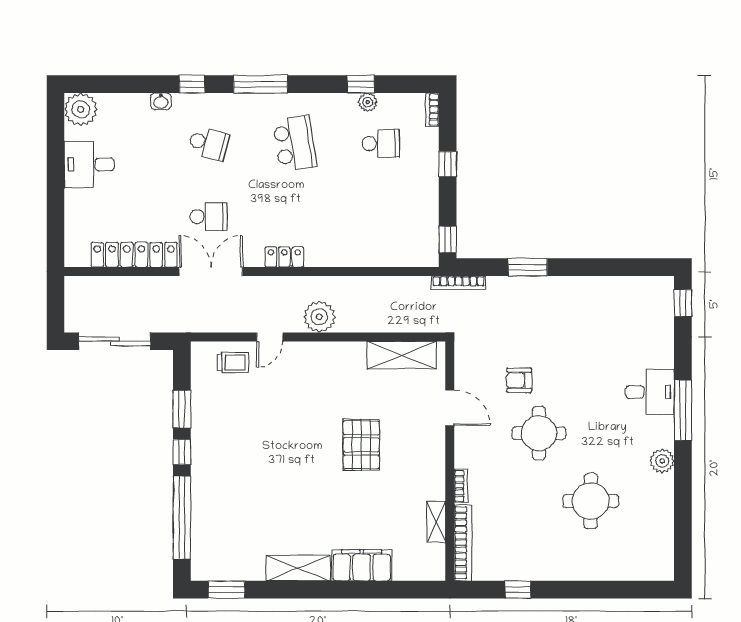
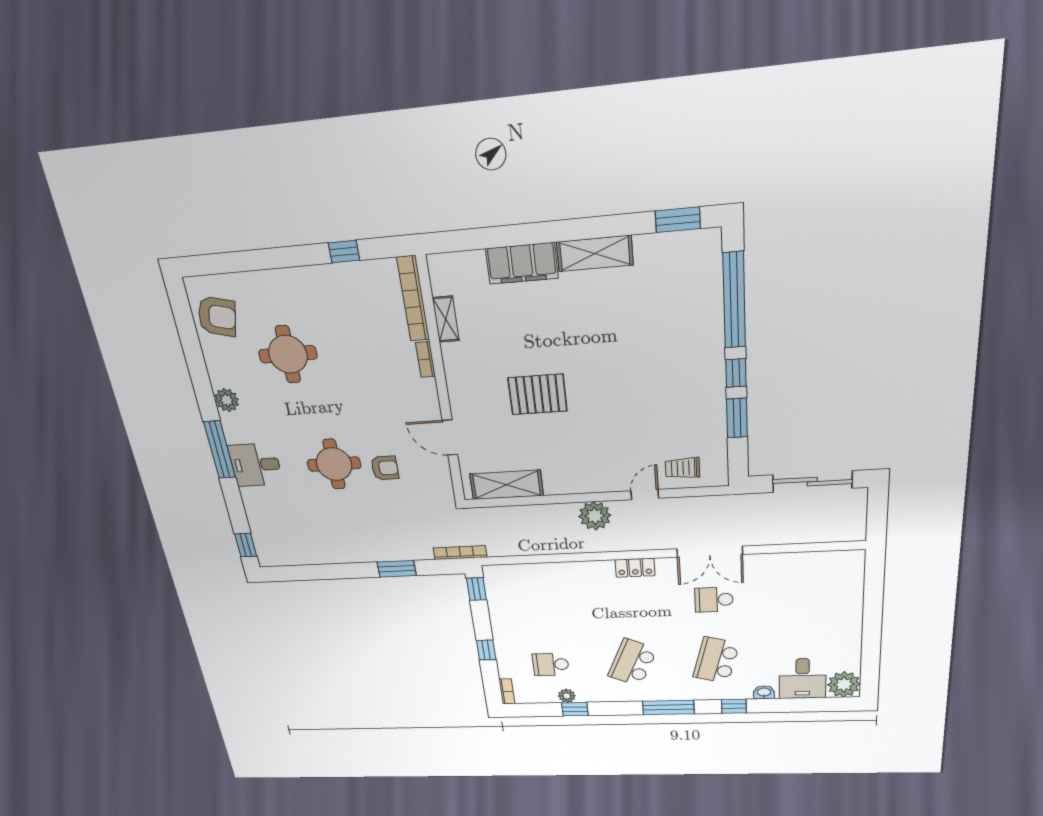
school desk: (209, 144) -> (716, 660), width x1.85
school desk: (295, 144) -> (632, 662), turned 33
desk: (89, 164) -> (802, 679), moved, turned 90
locker: (134, 255) -> (791, 563), removed
round table: (539, 433) -> (334, 464), moved
pallet: (361, 445) -> (538, 394), turned 90
armchair: (650, 542) -> (217, 316), added

